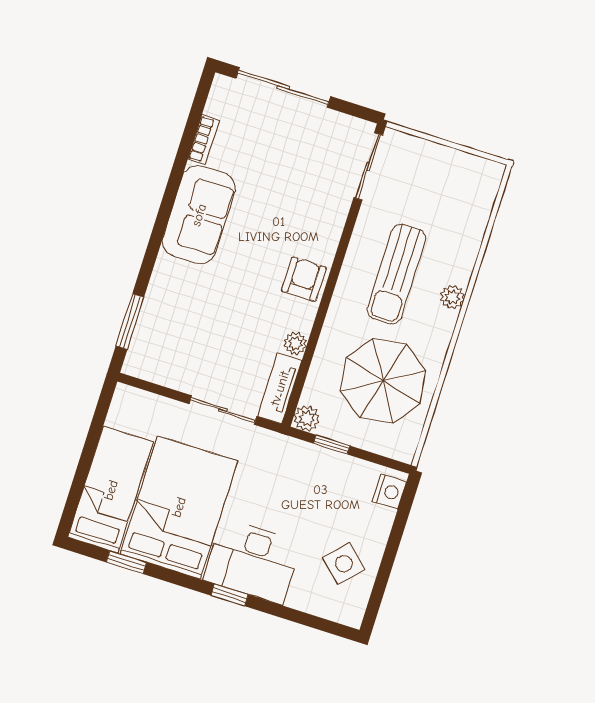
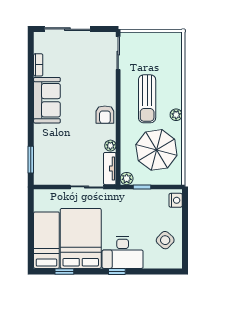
armchair: (304, 279) -> (105, 115), turned 180
plant: (452, 297) -> (176, 115), moved

